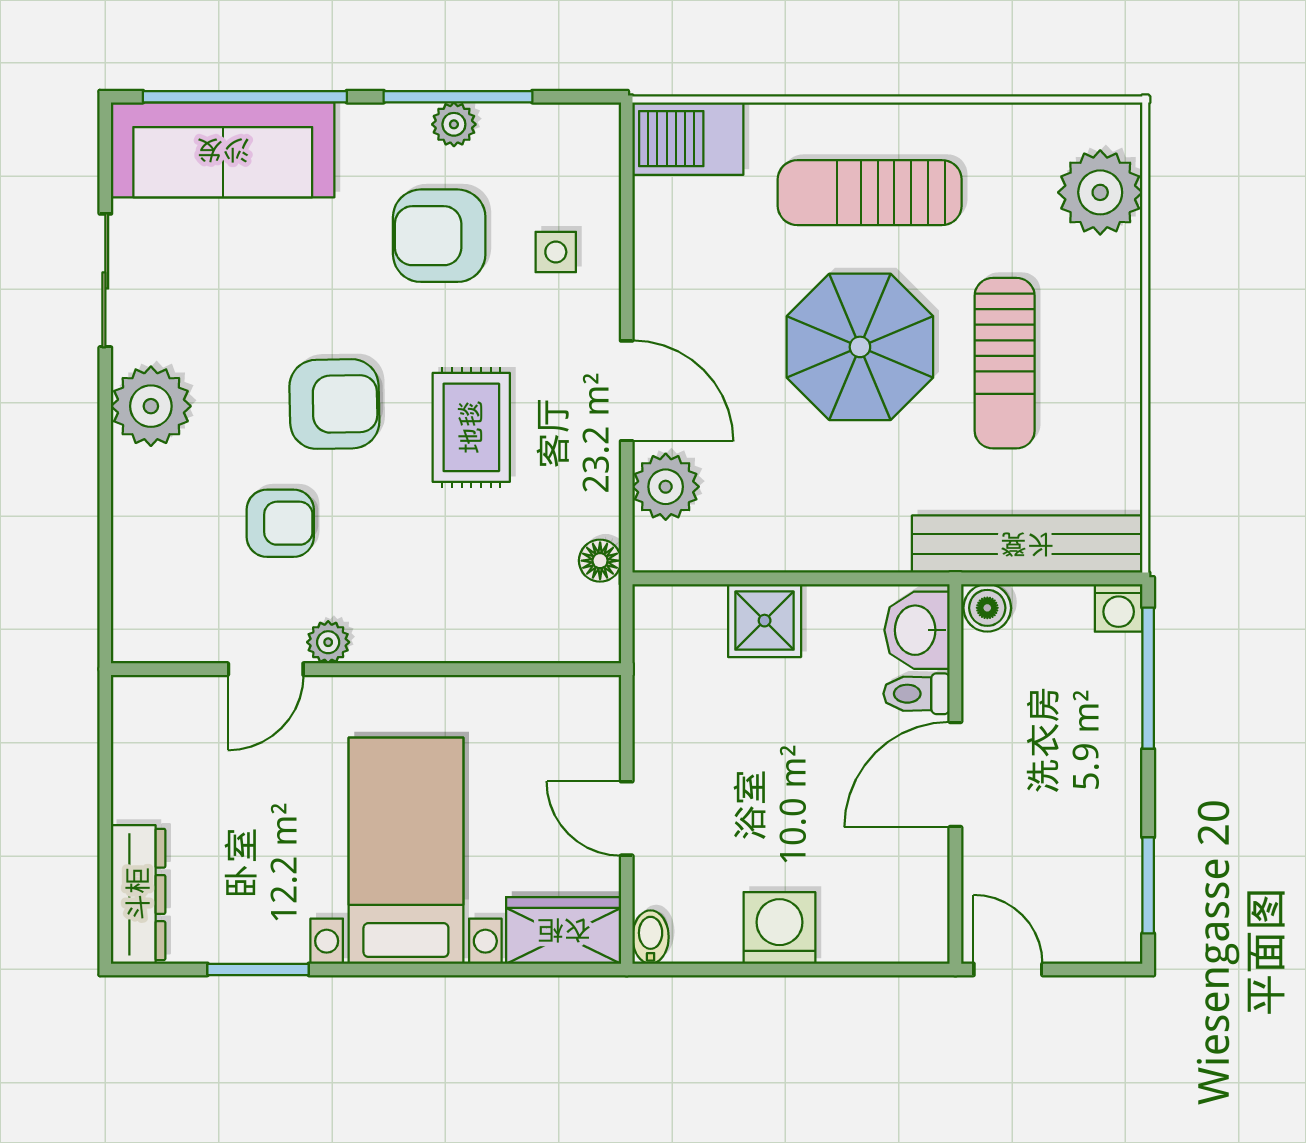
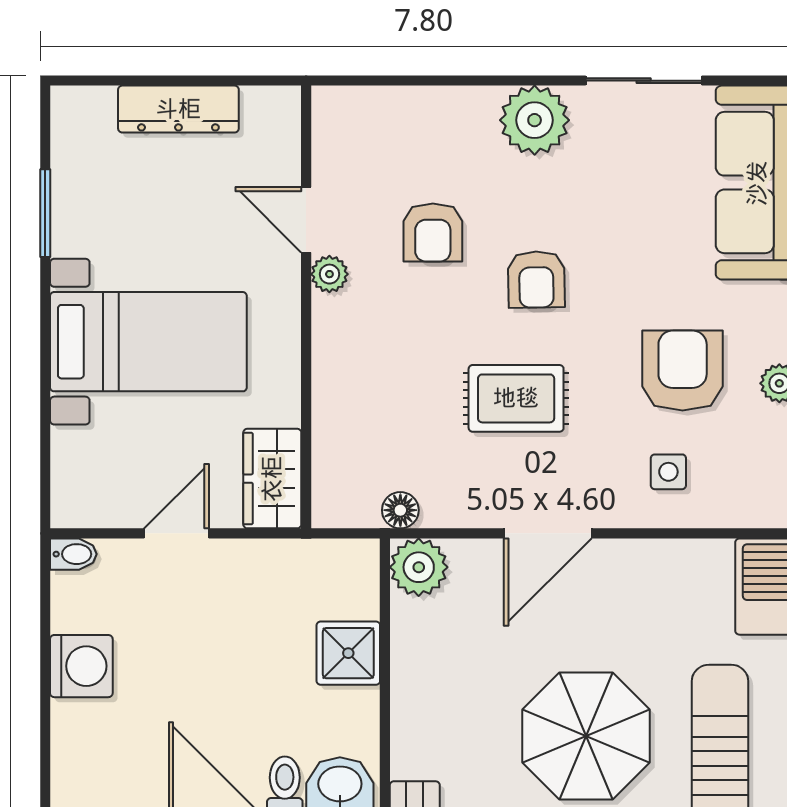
armchair: (334, 404) -> (536, 279), width x0.72, depth x0.72
plant: (666, 487) -> (419, 567), moved
dresser: (138, 894) -> (178, 109), moved
wardrobe: (564, 930) -> (272, 479), moved, turned 180

